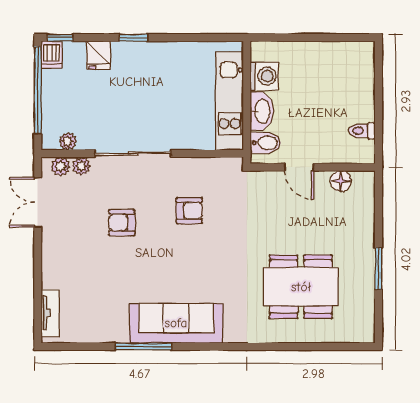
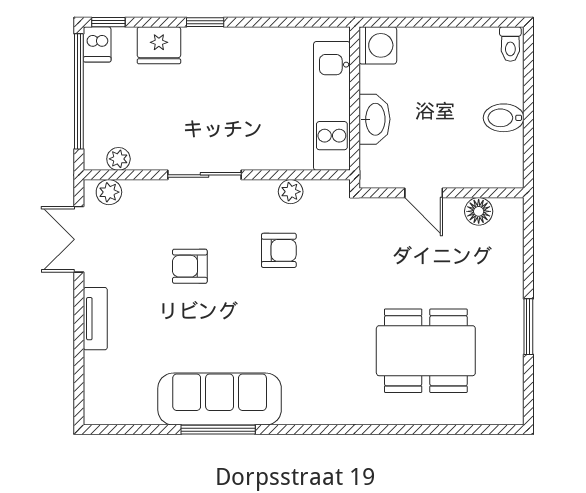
fridge: (98, 55) -> (159, 45), width x1.38
washing machine: (264, 76) -> (378, 45), moved
toilet: (362, 131) -> (510, 44), moved, turned -90
bidet: (265, 143) -> (504, 118), moved, turned 180
sliding door: (133, 153) -> (204, 175), width x0.73
plant: (81, 166) -> (291, 192), moved
tv unit: (50, 313) -> (95, 319), moved
sofa: (176, 323) -> (220, 399), moved

